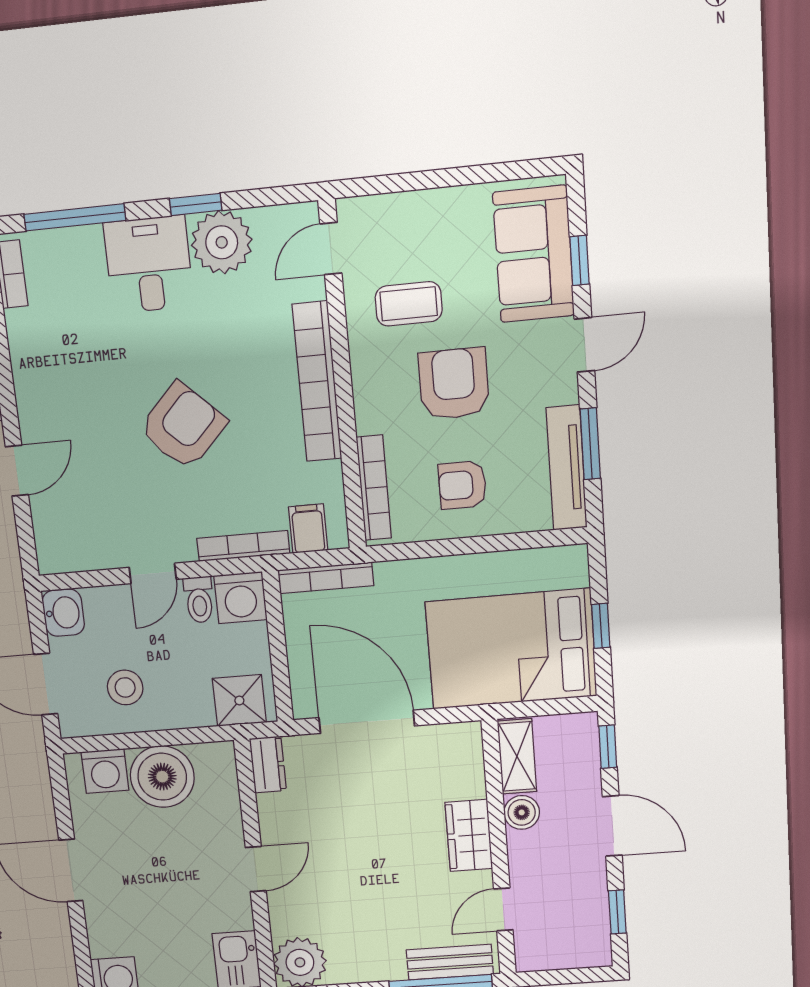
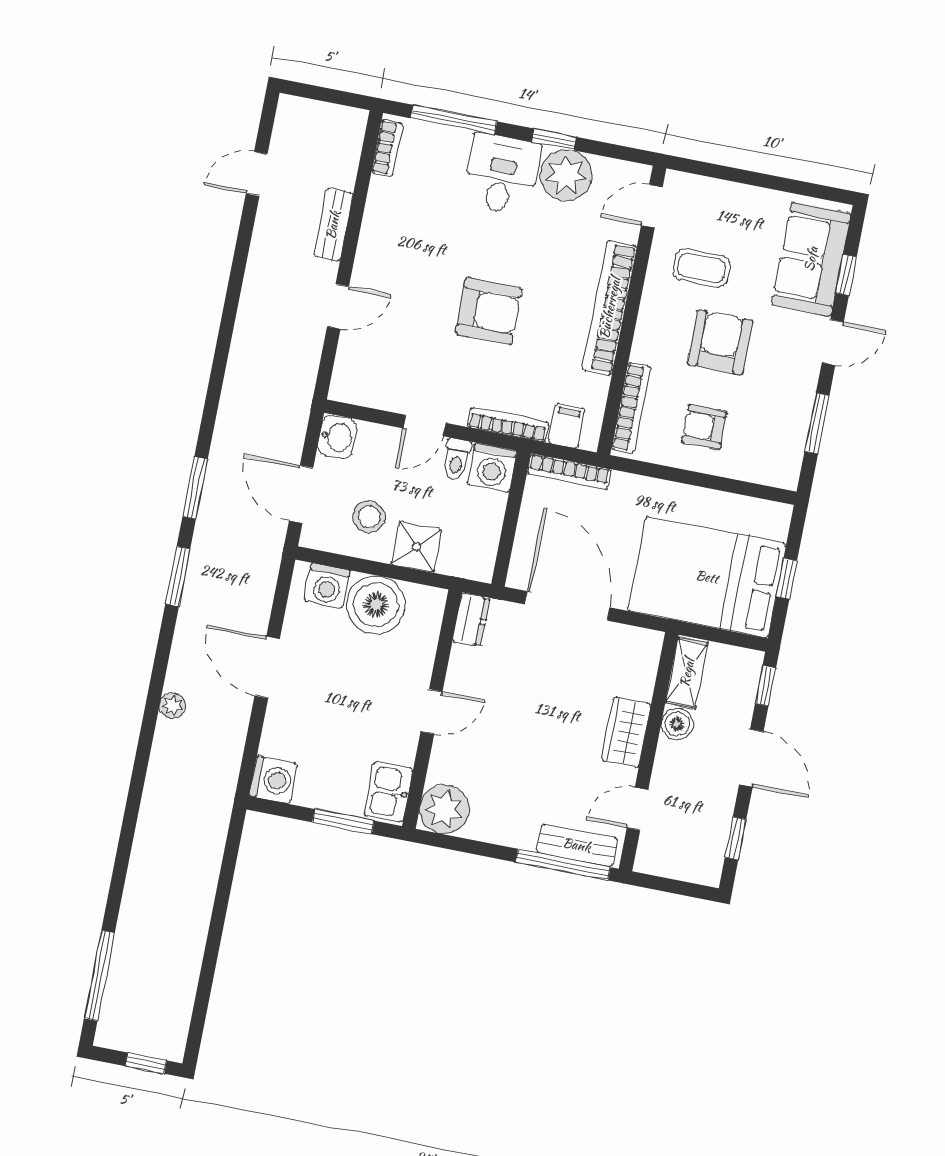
armchair: (183, 426) -> (489, 311), turned 46
tv unit: (567, 468) -> (793, 438), removed
shower: (239, 700) -> (416, 547), moved

